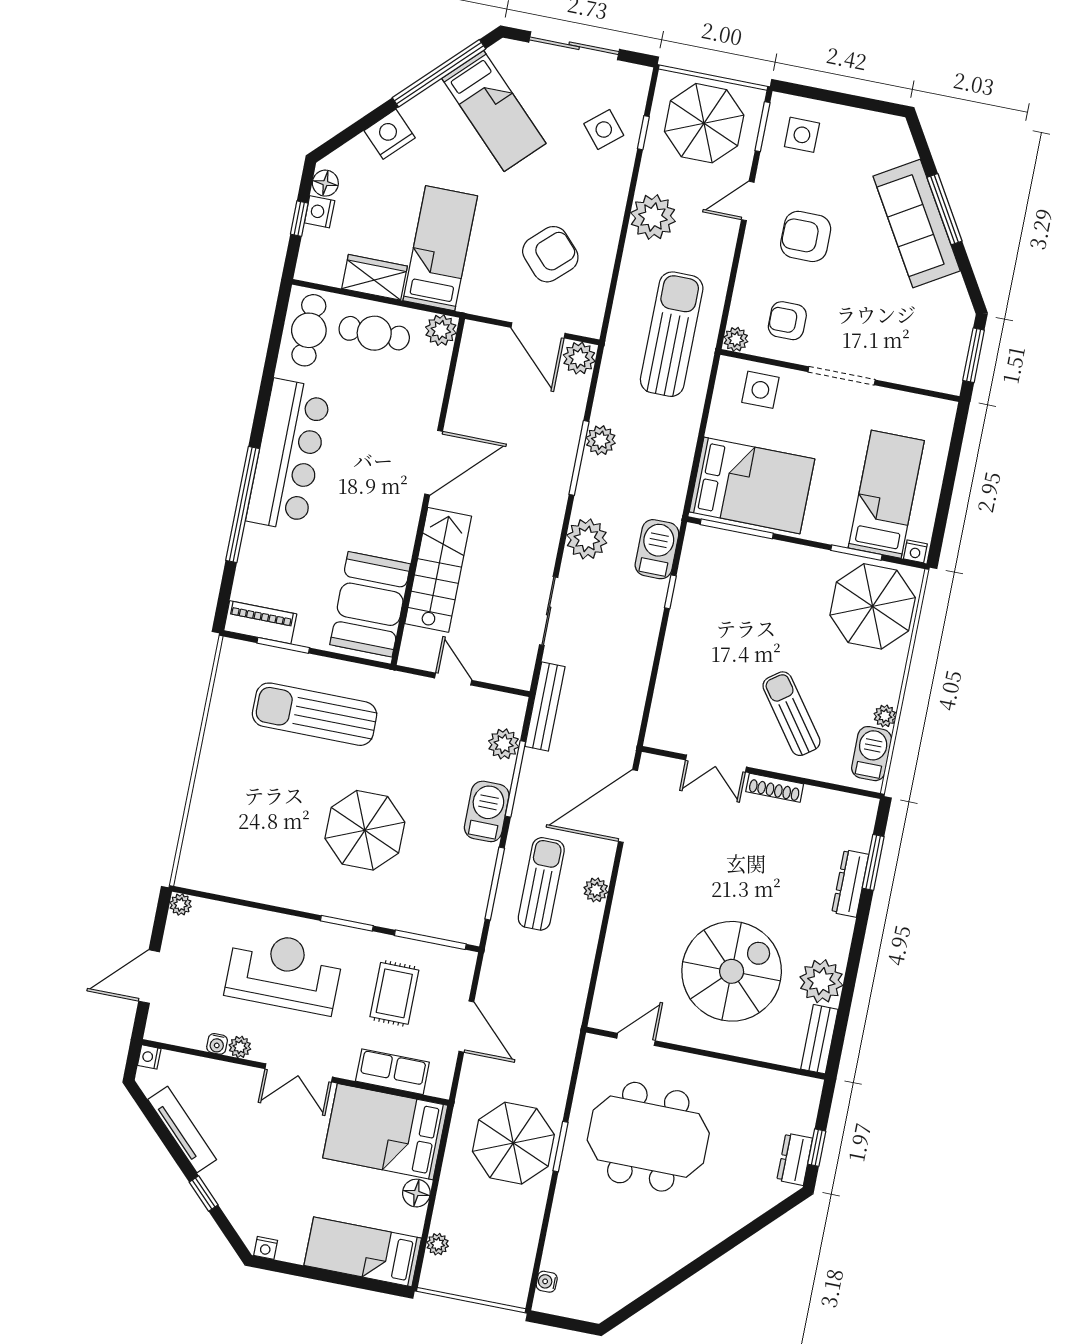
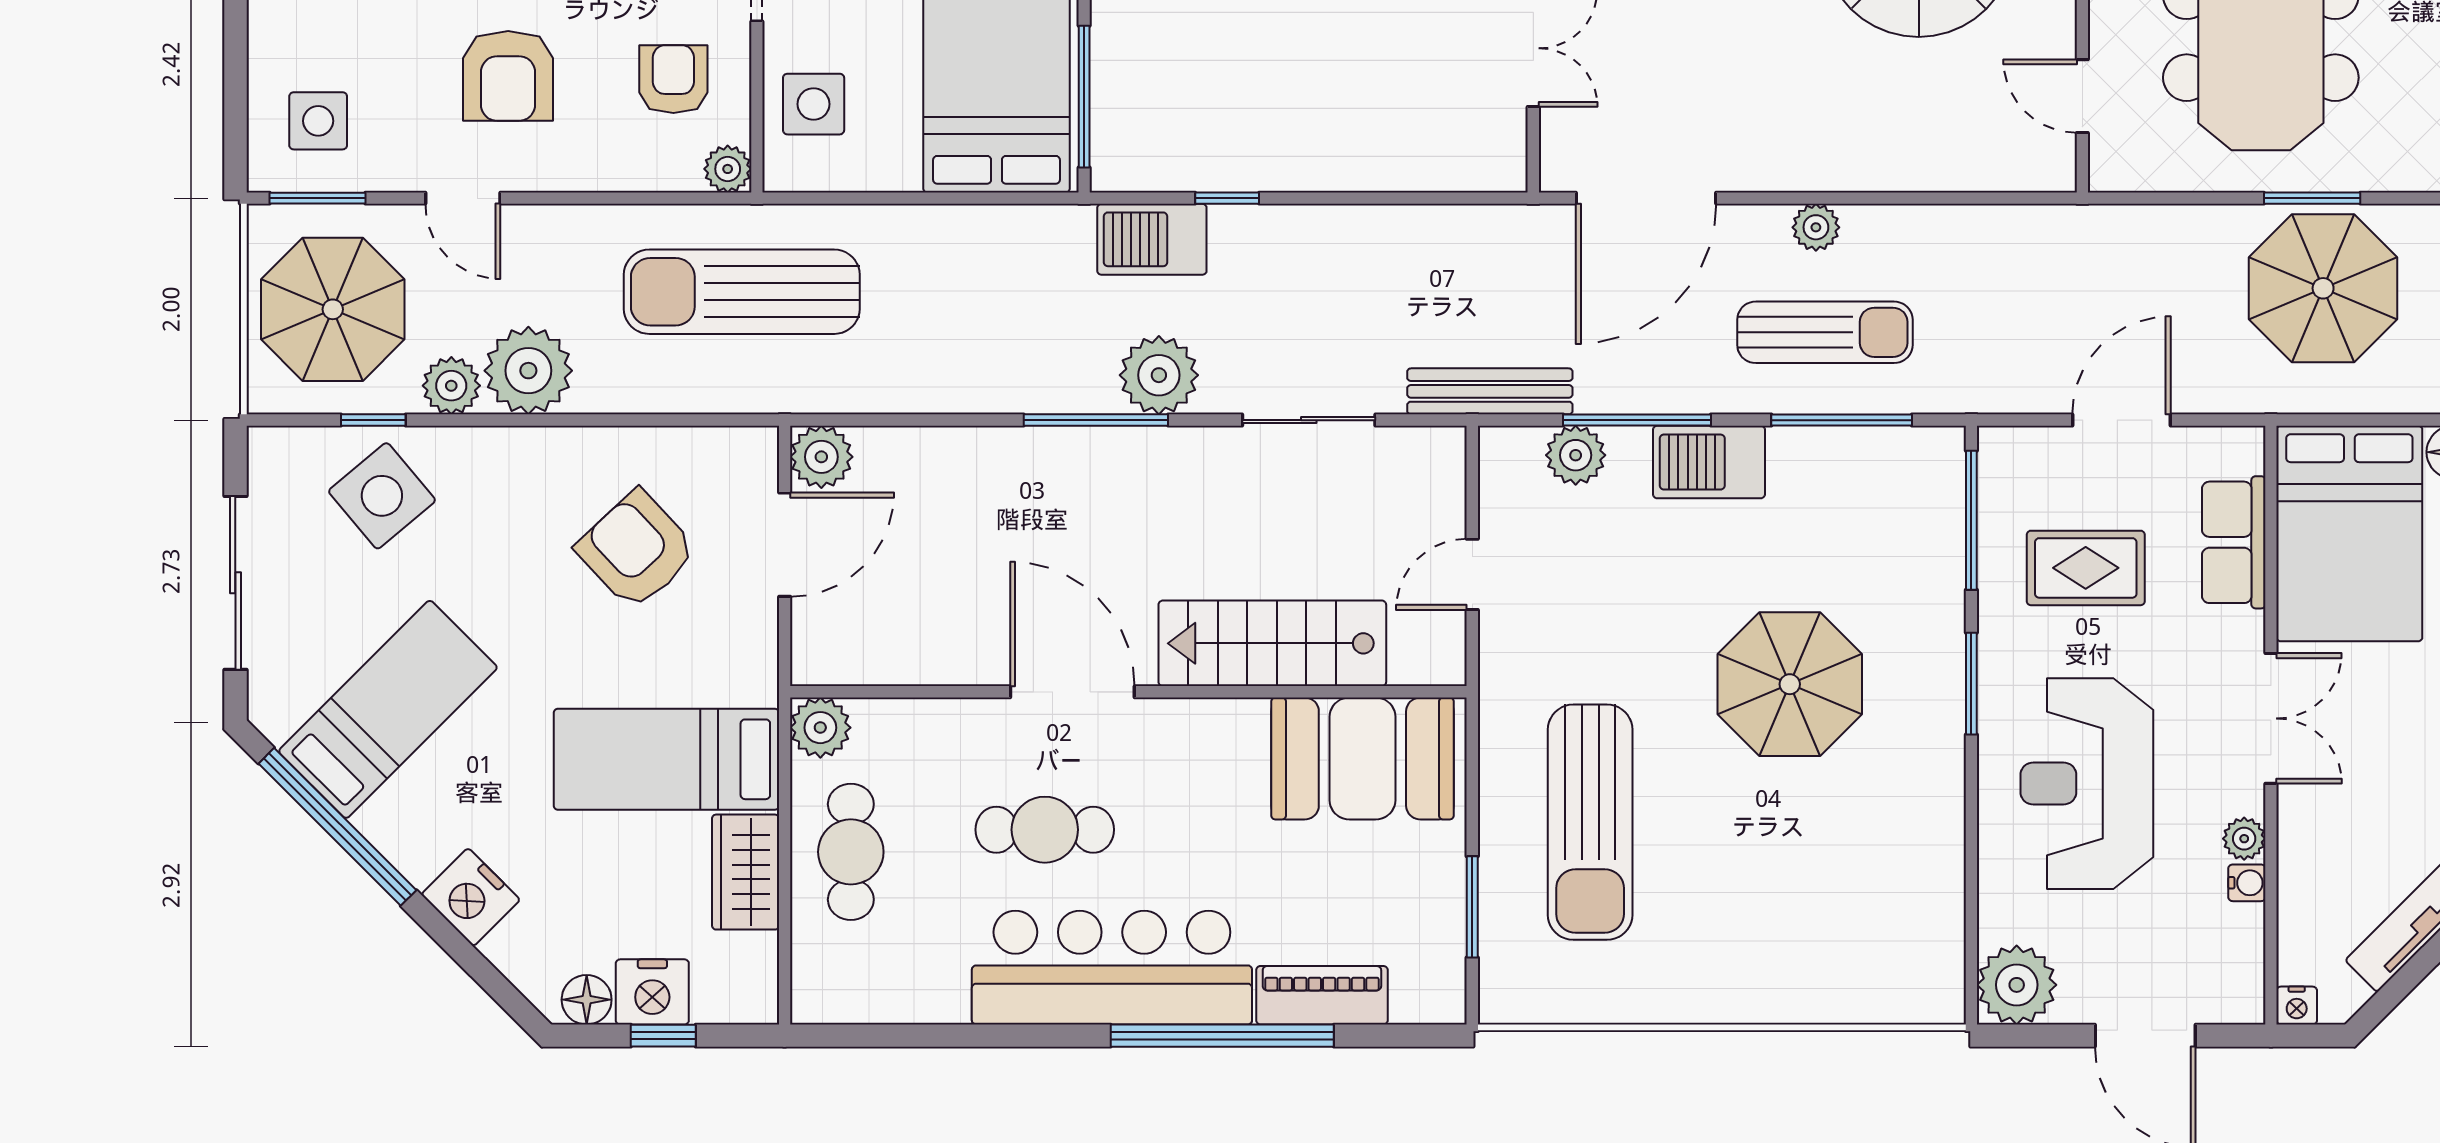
side table: (604, 129) -> (382, 496), width x1.37, depth x1.37
nightstand: (320, 212) -> (652, 992), width x1.36, depth x1.33
armchair: (787, 321) -> (673, 79), turned 180
cafe table: (309, 330) -> (1045, 830), moved
plant: (601, 440) -> (451, 386), moved
window: (579, 458) -> (1096, 420), moved
piano: (260, 622) -> (1322, 995), moved, turned 90
door: (628, 806) -> (1646, 198), hinge flipped
sun lounger: (541, 884) -> (1825, 332), turned 180
plant: (181, 904) -> (2017, 985), width x1.88, depth x1.88

